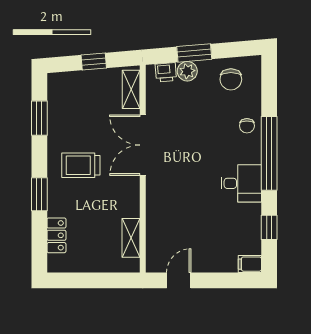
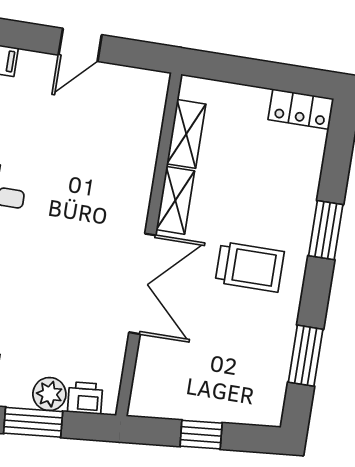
shelving: (131, 89) -> (175, 200), moved
locker: (56, 235) -> (301, 109), moved, turned -90
door: (179, 280) -> (80, 45), moved

